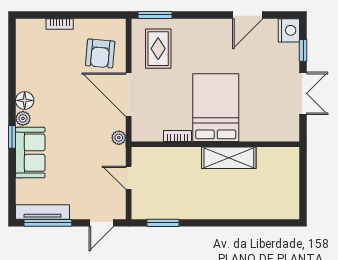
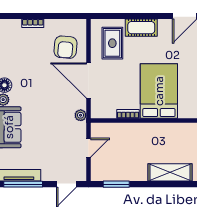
window: (155, 15) -> (110, 16), removed
cot: (194, 29) -> (141, 28), added
shelving: (229, 158) -> (170, 172), moved
door: (129, 178) -> (88, 148), swing flipped

